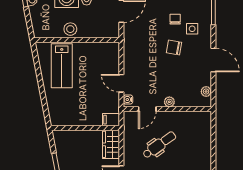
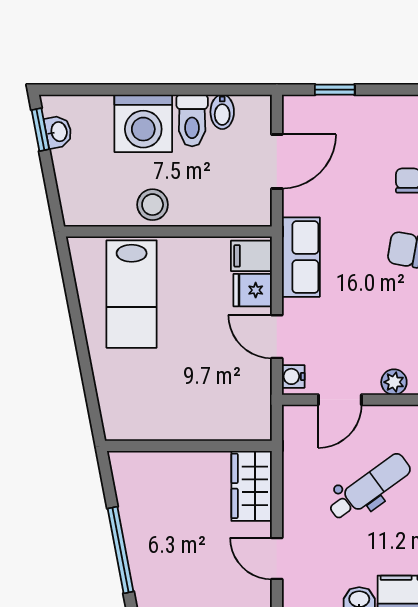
row of seats: (131, 51) -> (301, 257), added
fridge: (111, 64) -> (253, 290), added
filing cabinet: (111, 120) -> (251, 256), moved

